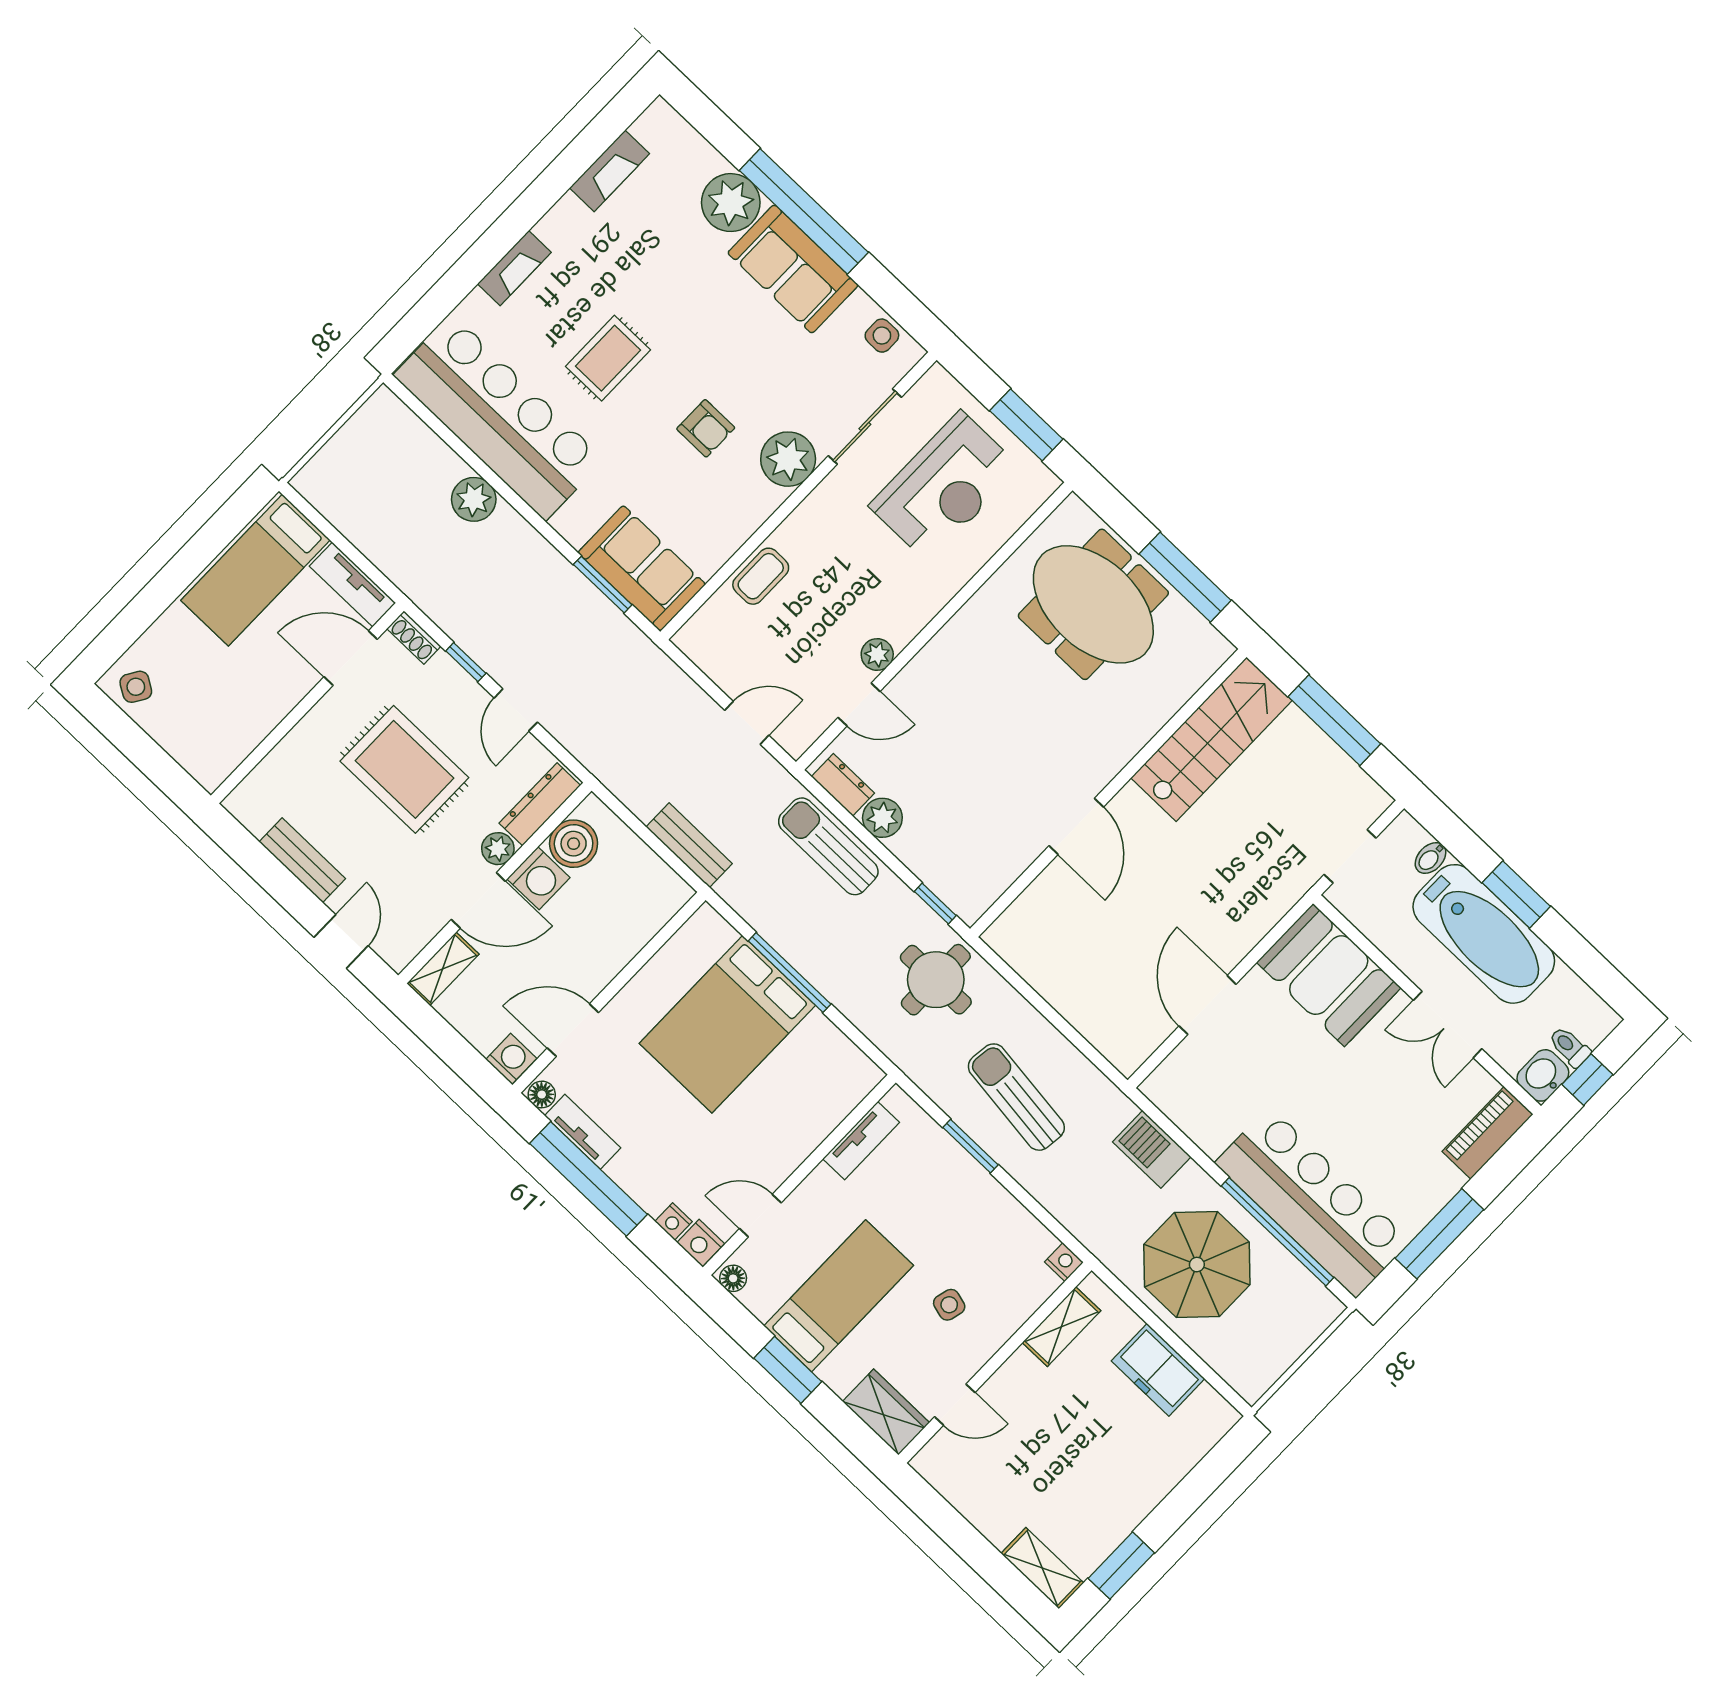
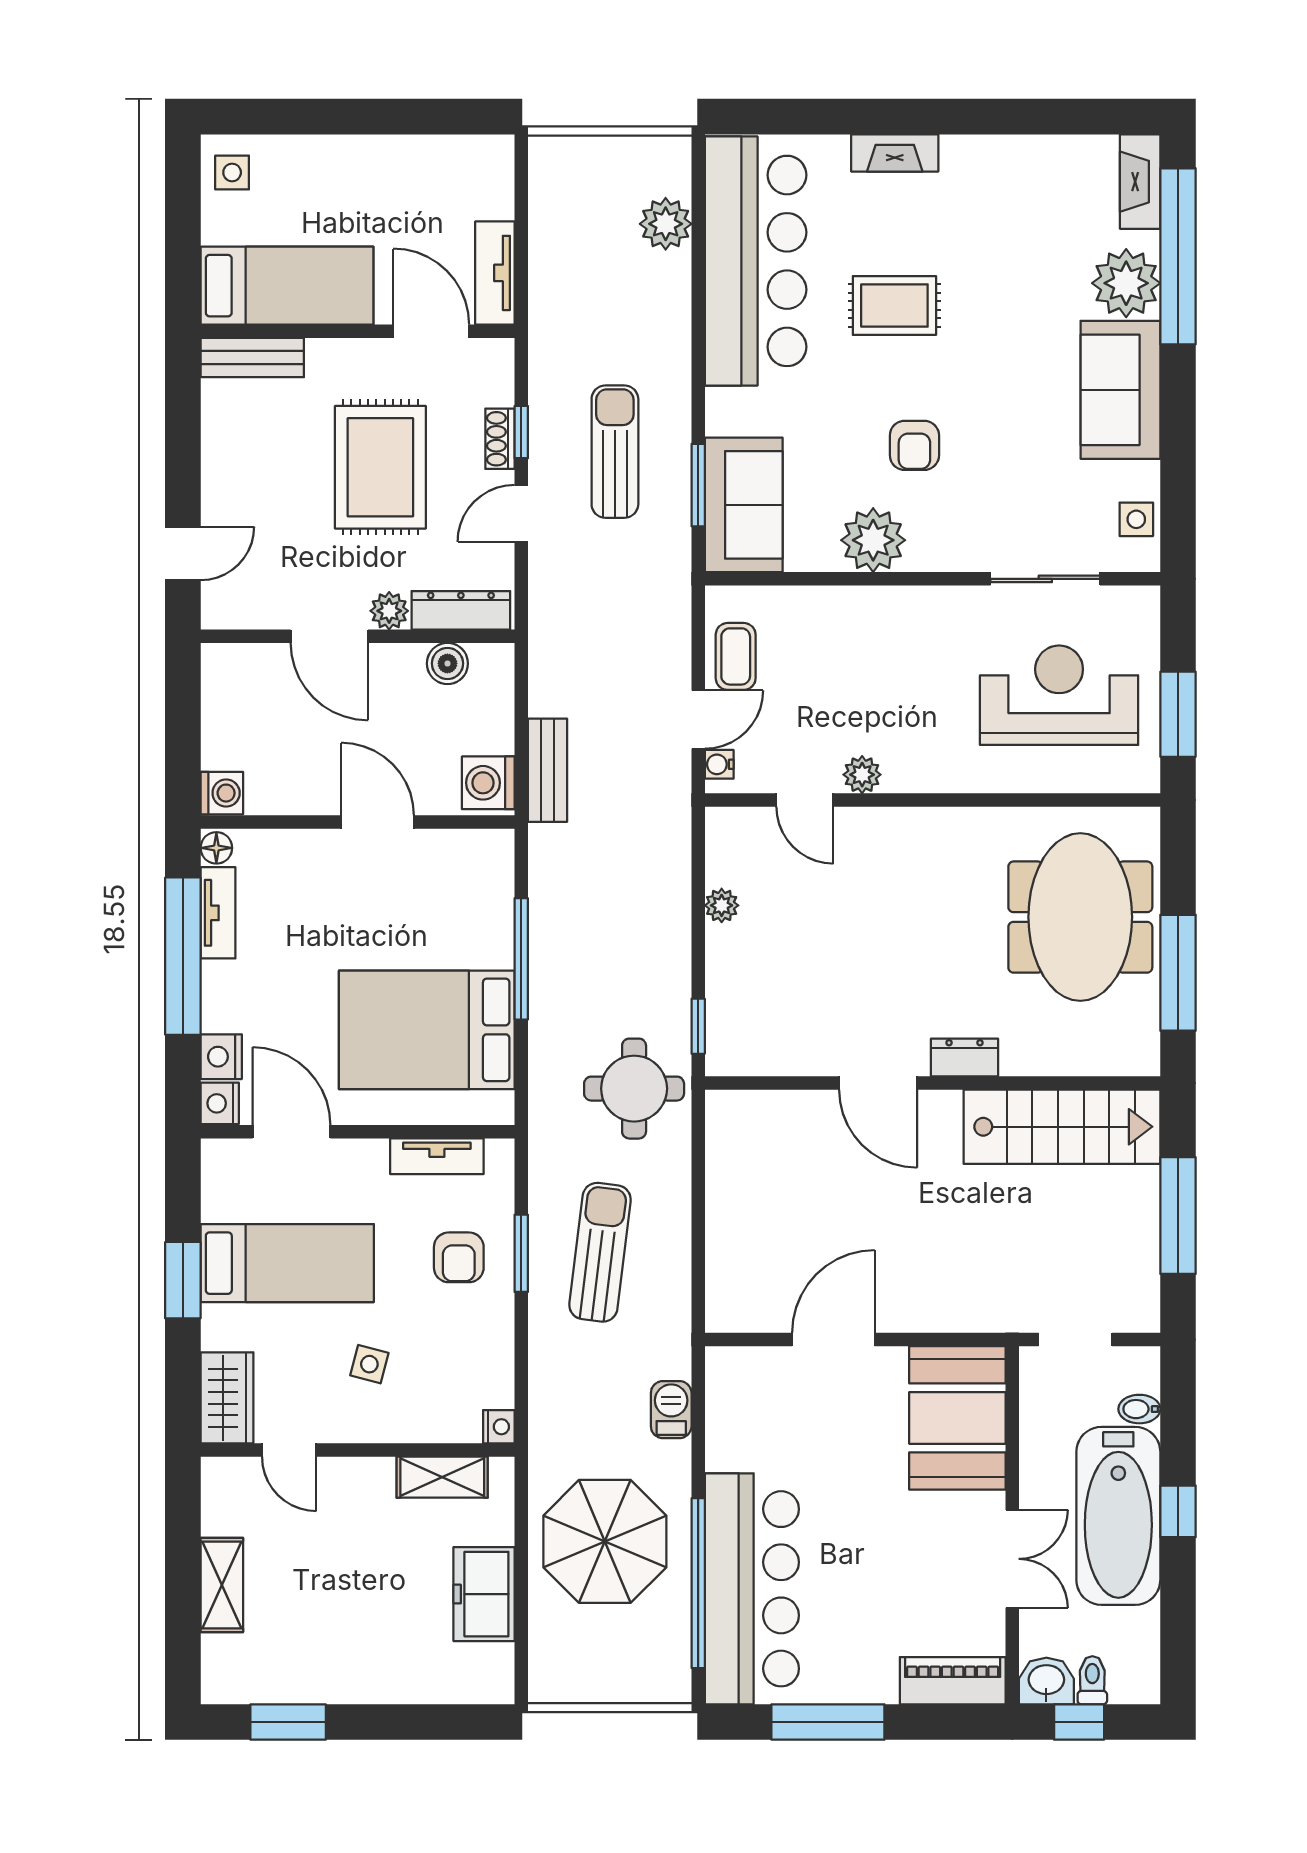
fireplace: (609, 171) -> (1140, 182), moved, turned 90
window: (804, 211) -> (1178, 256), moved
plant: (788, 459) -> (873, 540), moved
reception desk: (945, 487) -> (1059, 695), turned 180
plant: (474, 499) -> (666, 224), moved
bed: (255, 570) -> (287, 286), moved, turned 180
coffee table: (761, 576) -> (736, 656), moved, turned 90
shoe rack: (414, 637) -> (500, 439), moved
side table: (136, 687) -> (232, 172), turned -32
door: (747, 723) -> (698, 720), hinge flipped
water cooler: (787, 736) -> (719, 764), added
dresser: (843, 785) -> (965, 1057), moved, turned -90
plant: (882, 818) -> (722, 905), width x0.73, depth x0.73
door: (1076, 826) -> (878, 1083), hinge flipped
boiler: (574, 844) -> (447, 663), width x0.73, depth x0.73
sun lounger: (828, 846) -> (615, 452), moved
bench: (302, 860) -> (252, 358), moved, turned 90
washing machine: (538, 878) -> (488, 783), moved, turned 90
window: (1516, 895) -> (1178, 1511), width x0.67
shelving: (443, 969) -> (243, 662), removed
bed: (727, 1024) -> (427, 1030), moved
double door: (1448, 1025) -> (1012, 1559), swing flipped
door: (573, 1030) -> (377, 822), moved
barbecue: (1152, 1149) -> (671, 1410), width x0.73, depth x0.79
armchair: (936, 1187) -> (459, 1257), added
door: (760, 1216) -> (291, 1132), width x1.38
nightstand: (674, 1222) -> (221, 1057), width x1.39, depth x1.35
floor lamp: (733, 1278) -> (216, 1160), removed
shelving: (1042, 1568) -> (222, 1585), moved

